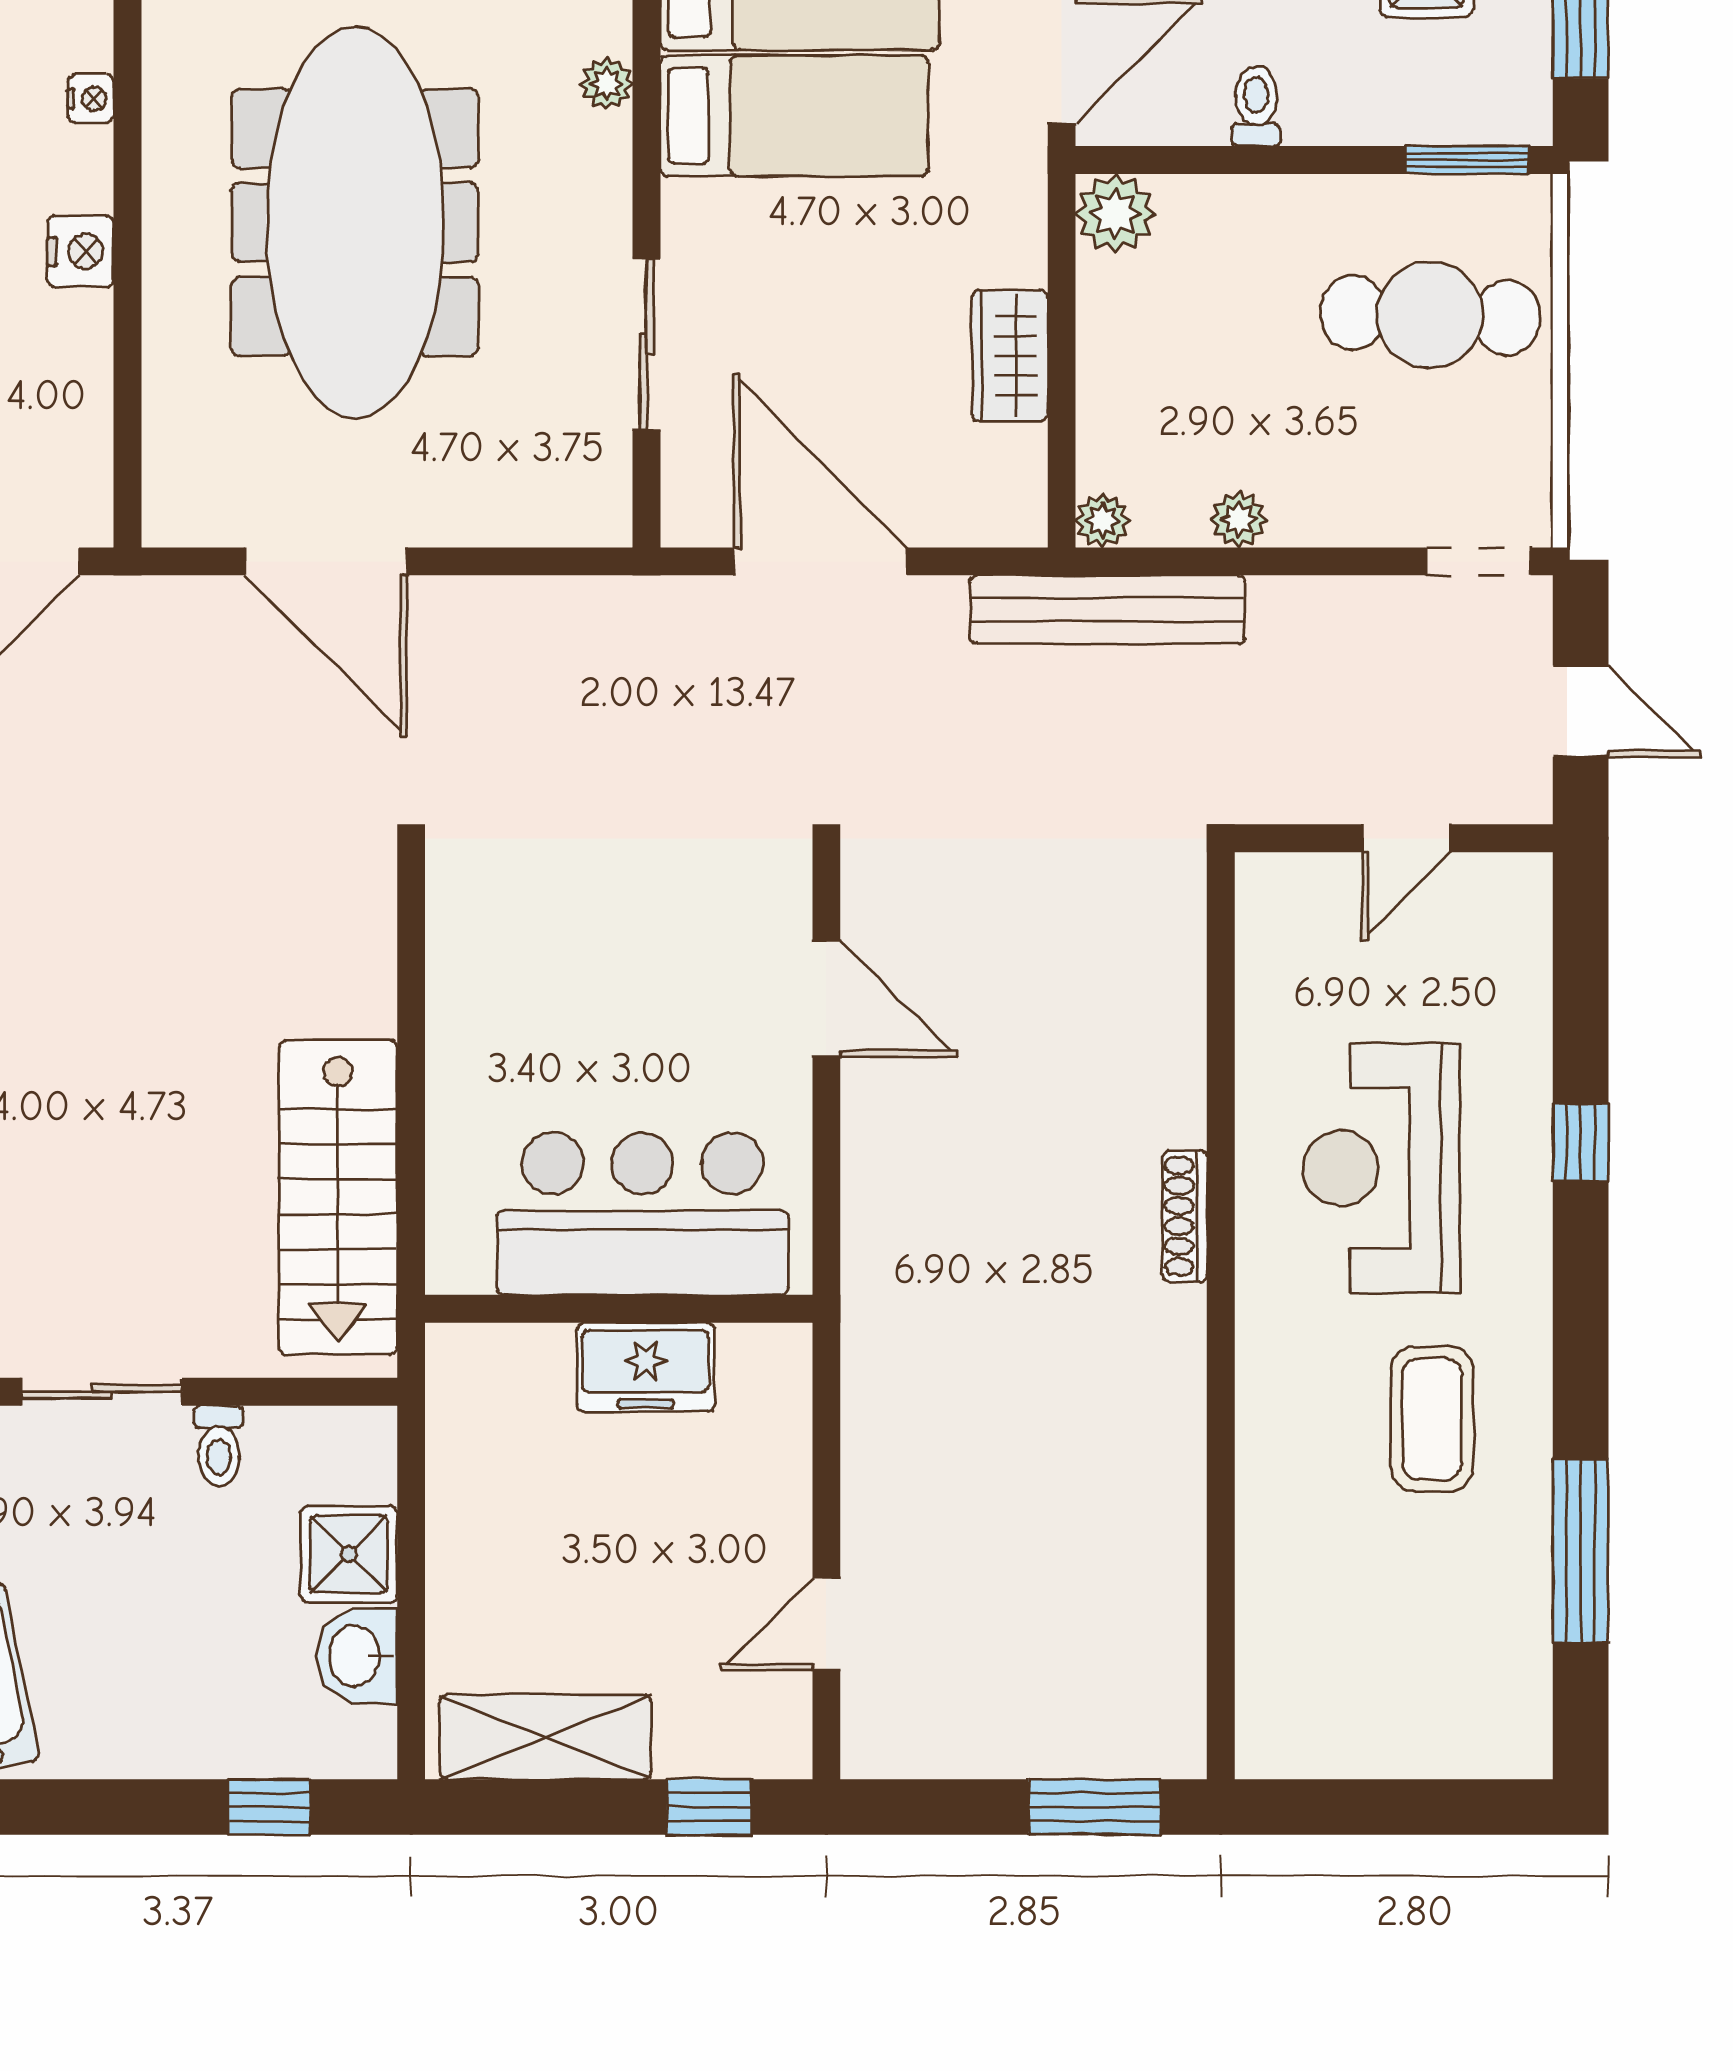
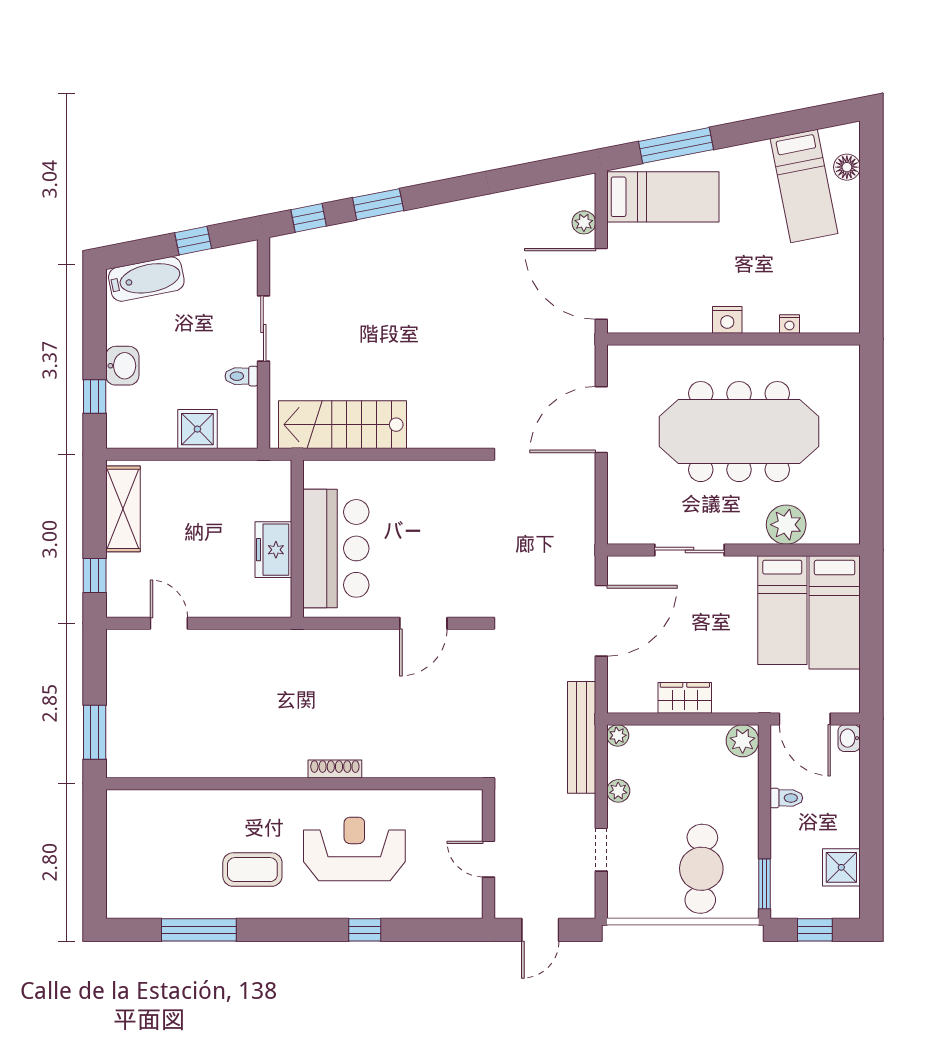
plant: (607, 84) -> (786, 525), width x1.88, depth x1.88
doorway: (1478, 561) -> (601, 850), moved
washbasin: (357, 1656) -> (122, 366), moved, turned 90

